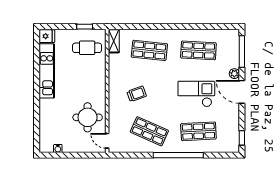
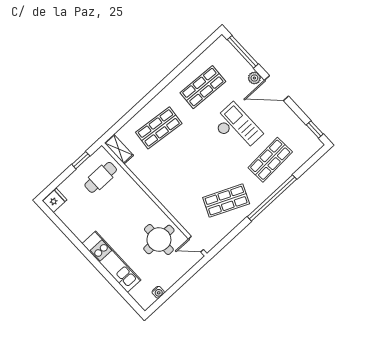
kitchen unit: (47, 71) -> (111, 262), moved
trolley: (137, 94) -> (183, 178), removed
checkout: (196, 94) -> (237, 128), turned 90

